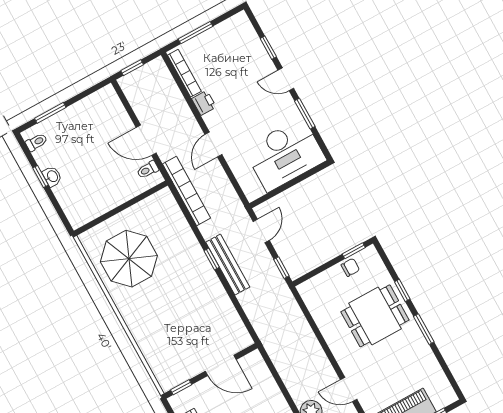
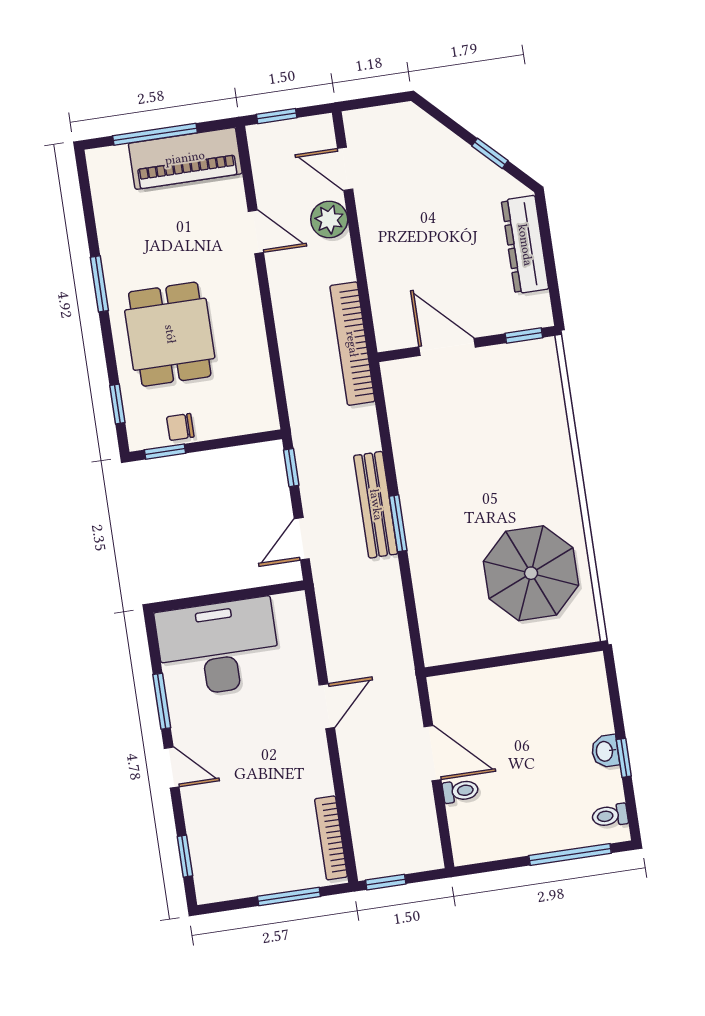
window: (268, 48) -> (185, 856), moved
window: (132, 68) -> (386, 882), moved
printer: (204, 103) -> (317, 779), removed
window: (50, 113) -> (570, 854), width x1.44
toilet: (148, 170) -> (460, 791), moved
bookcase: (187, 191) -> (352, 344), moved
window: (212, 259) -> (398, 523), width x1.50
window: (402, 290) -> (117, 404), moved
dining table: (375, 316) -> (170, 334), turned 90

